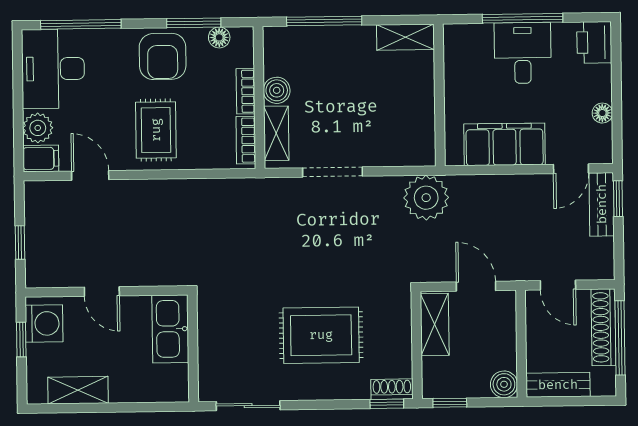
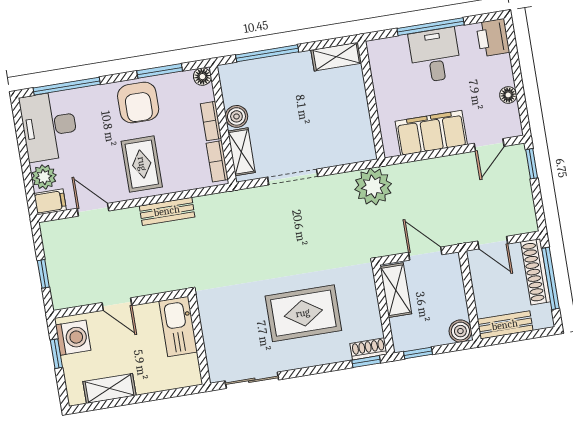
floor lamp: (219, 37) -> (202, 77), moved
bench: (602, 204) -> (167, 211), moved, turned 90

